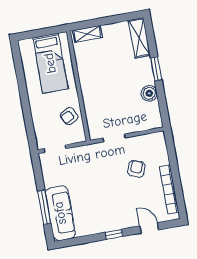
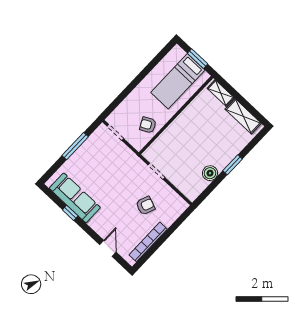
window: (43, 32) -> (198, 59), added
shelving: (139, 38) -> (243, 116), moved, turned 90
window: (44, 207) -> (75, 146), moved
sofa: (60, 213) -> (75, 198), moved, turned -90
window: (114, 234) -> (70, 213), moved

